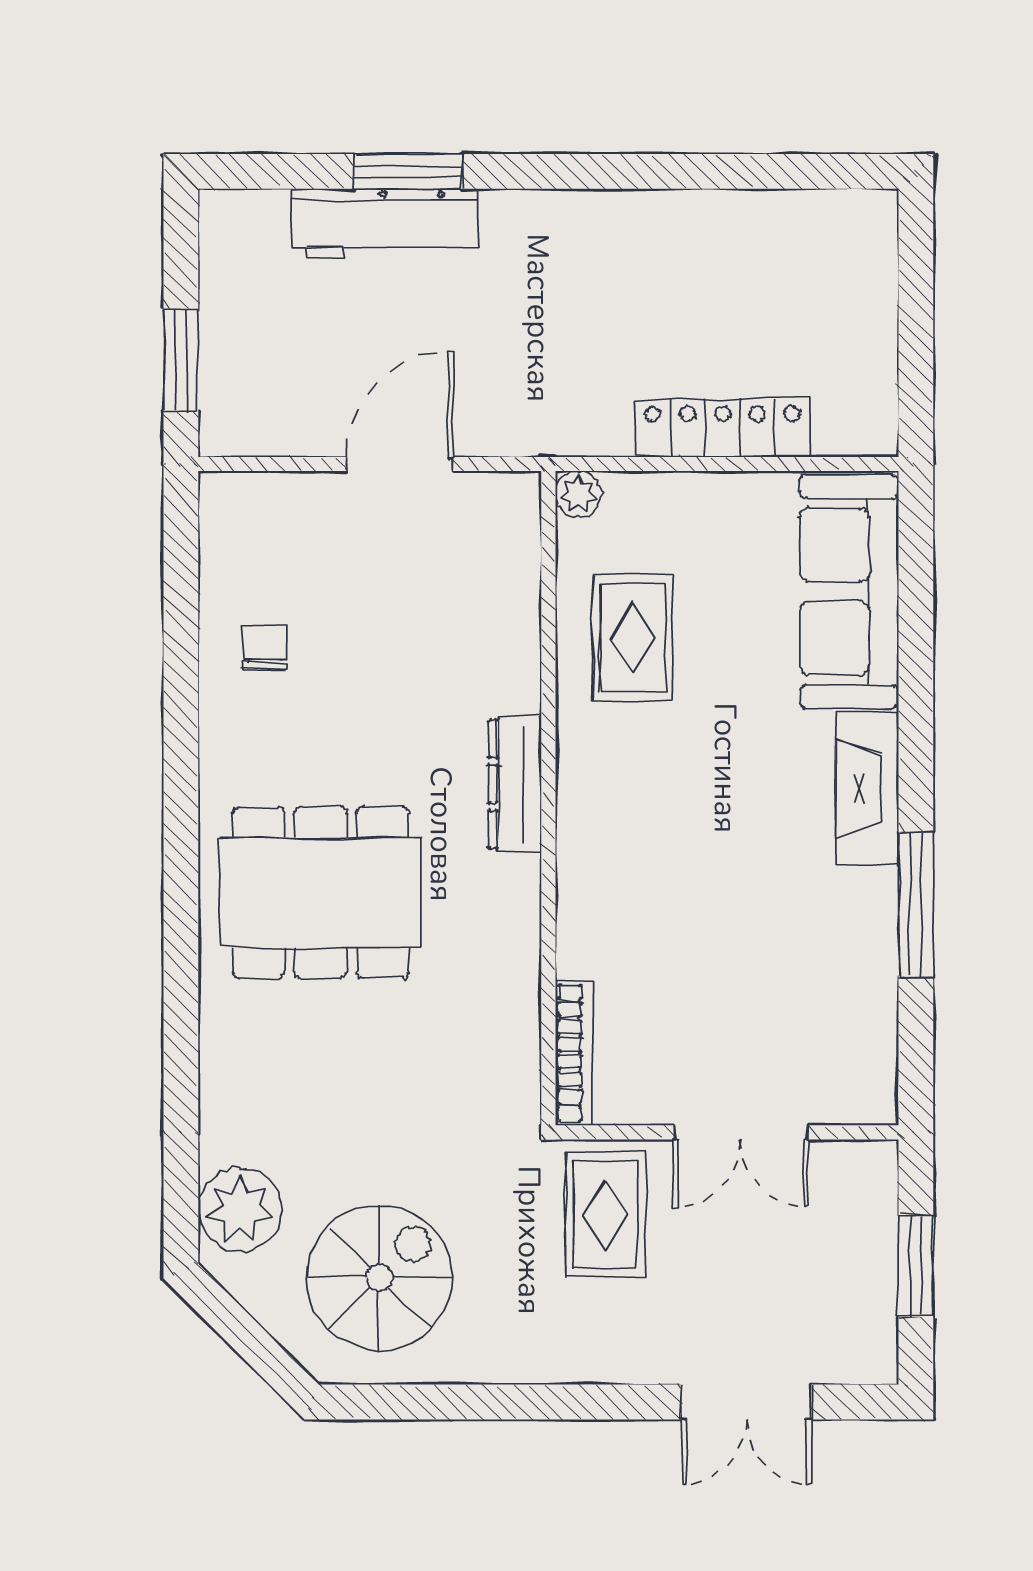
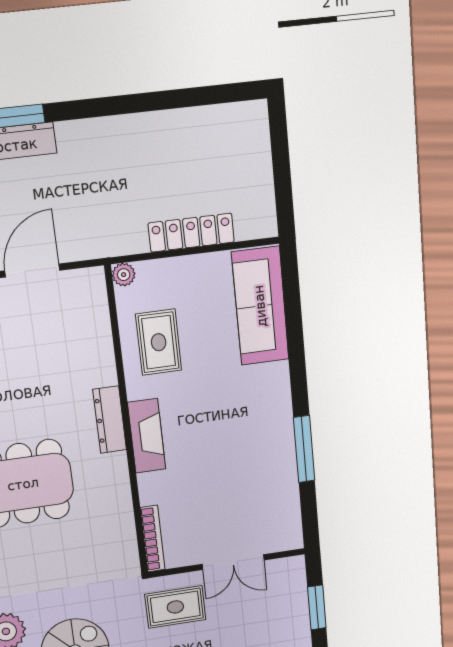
fireplace: (867, 789) -> (147, 436), moved, turned 180
rug: (606, 1214) -> (175, 607), turned 90

